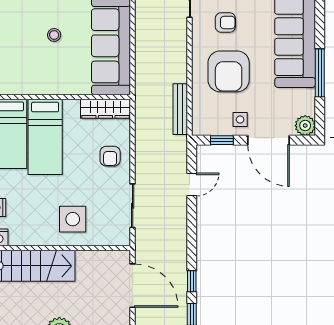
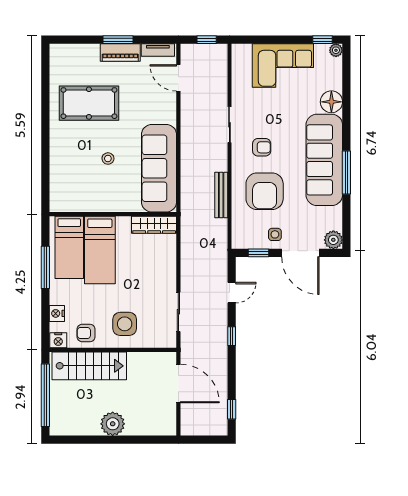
window: (320, 73) -> (346, 173), moved
bench: (180, 109) -> (221, 195), moved
armchair: (110, 156) -> (86, 333), moved, turned 90
window: (192, 281) -> (232, 336), moved

